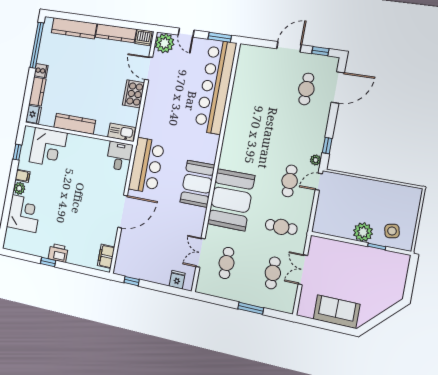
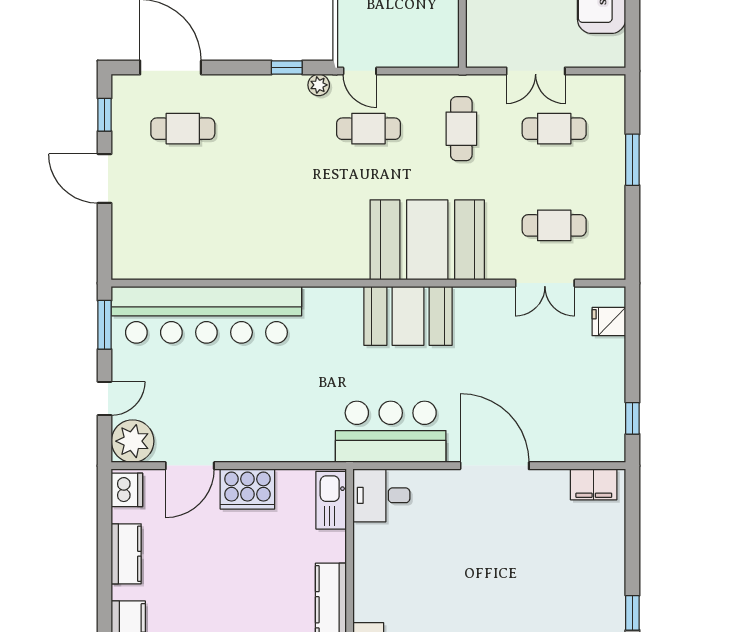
kitchen counter: (116, 33) -> (126, 554), width x0.67
printer: (58, 253) -> (609, 594), removed

